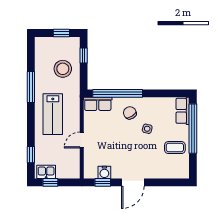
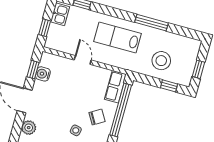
plant: (156, 172) -> (29, 128), added
window: (50, 182) -> (45, 28), moved

